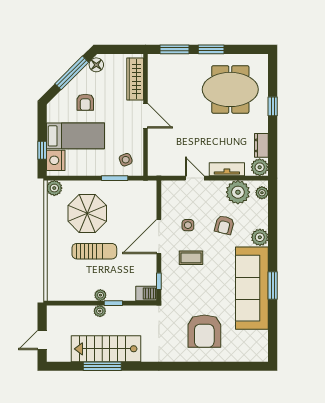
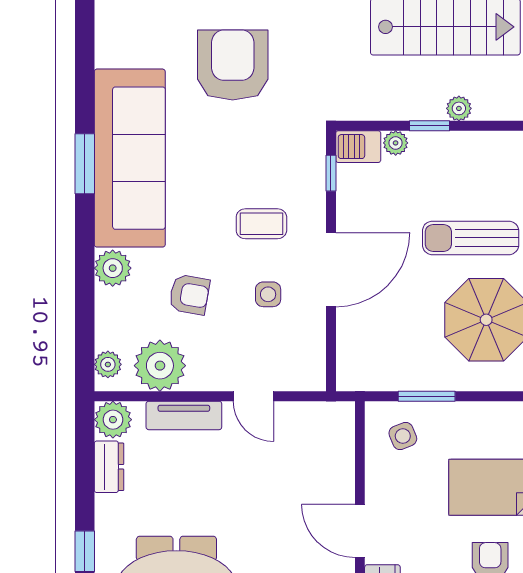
armchair: (224, 225) -> (189, 295), turned 86
plant: (100, 295) -> (396, 143), moved

